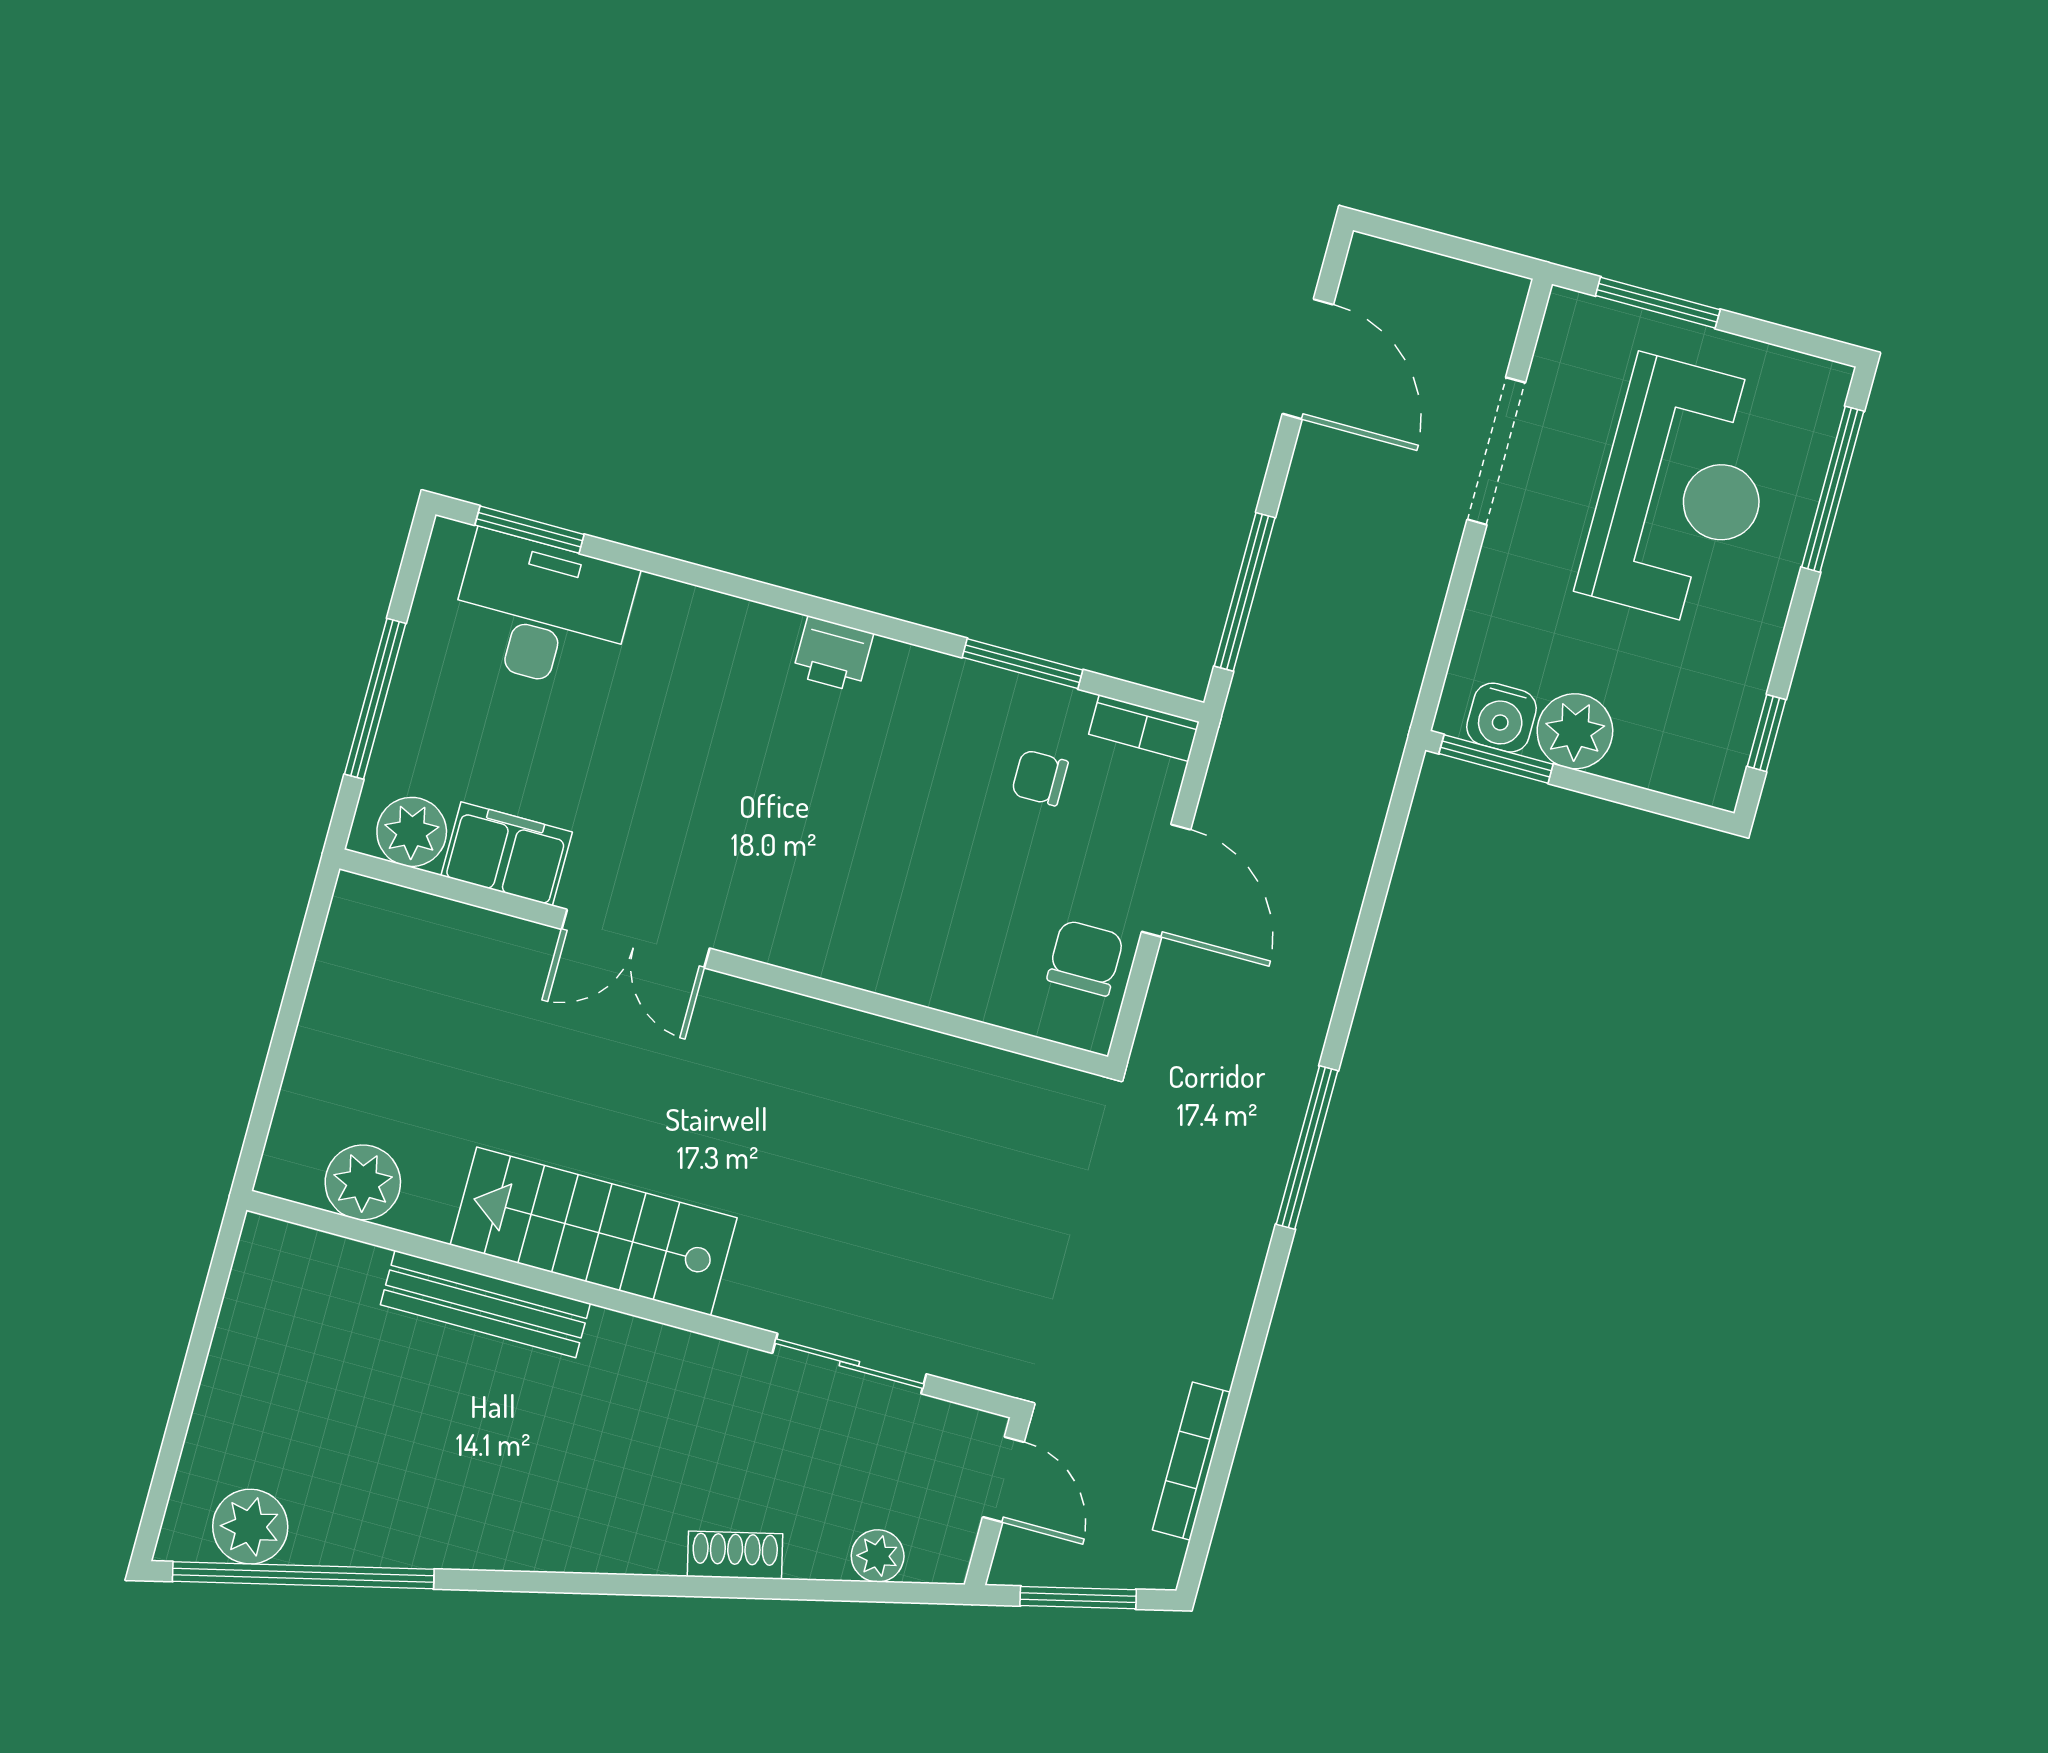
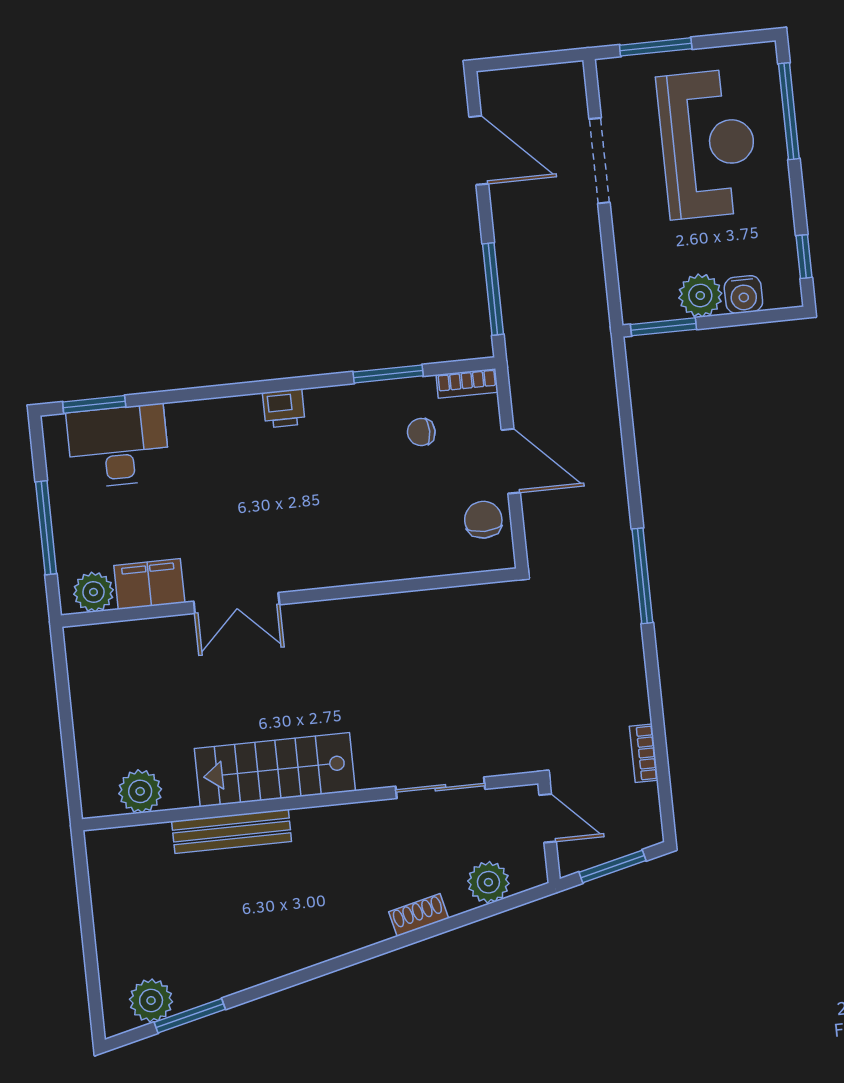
water cooler: (1501, 718) -> (743, 295), moved
bookcase: (1191, 1461) -> (644, 753), width x0.64
plant: (878, 1556) -> (488, 882), width x1.38, depth x1.38
window: (303, 1575) -> (190, 1016), width x0.47

